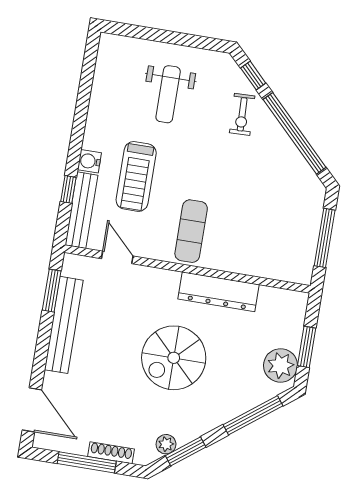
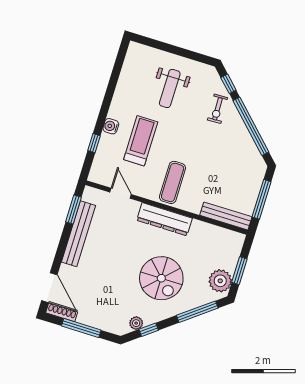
treadmill: (136, 176) -> (141, 141), turned 180
bench: (81, 210) -> (226, 216), moved, turned 90
dresser: (219, 292) -> (164, 219), moved
spiral stairs: (174, 358) -> (161, 278), moved, turned -90
window: (186, 451) -> (149, 330), width x0.67
shoe rack: (111, 453) -> (62, 312), moved

